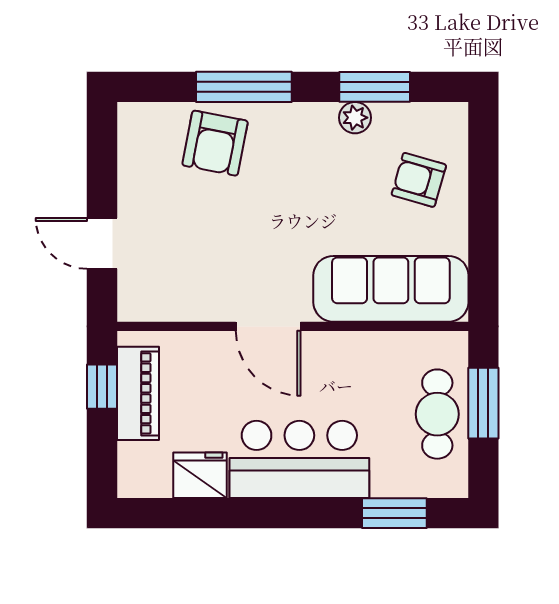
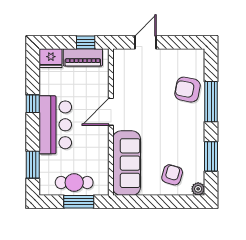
plant: (355, 118) -> (198, 189), moved
fridge: (200, 475) -> (51, 58), moved, turned 90
window: (249, 513) -> (33, 104), added

